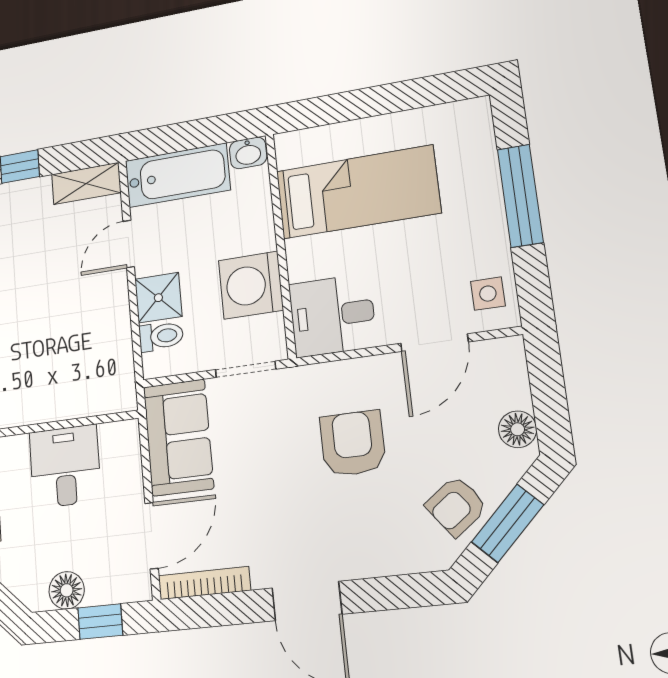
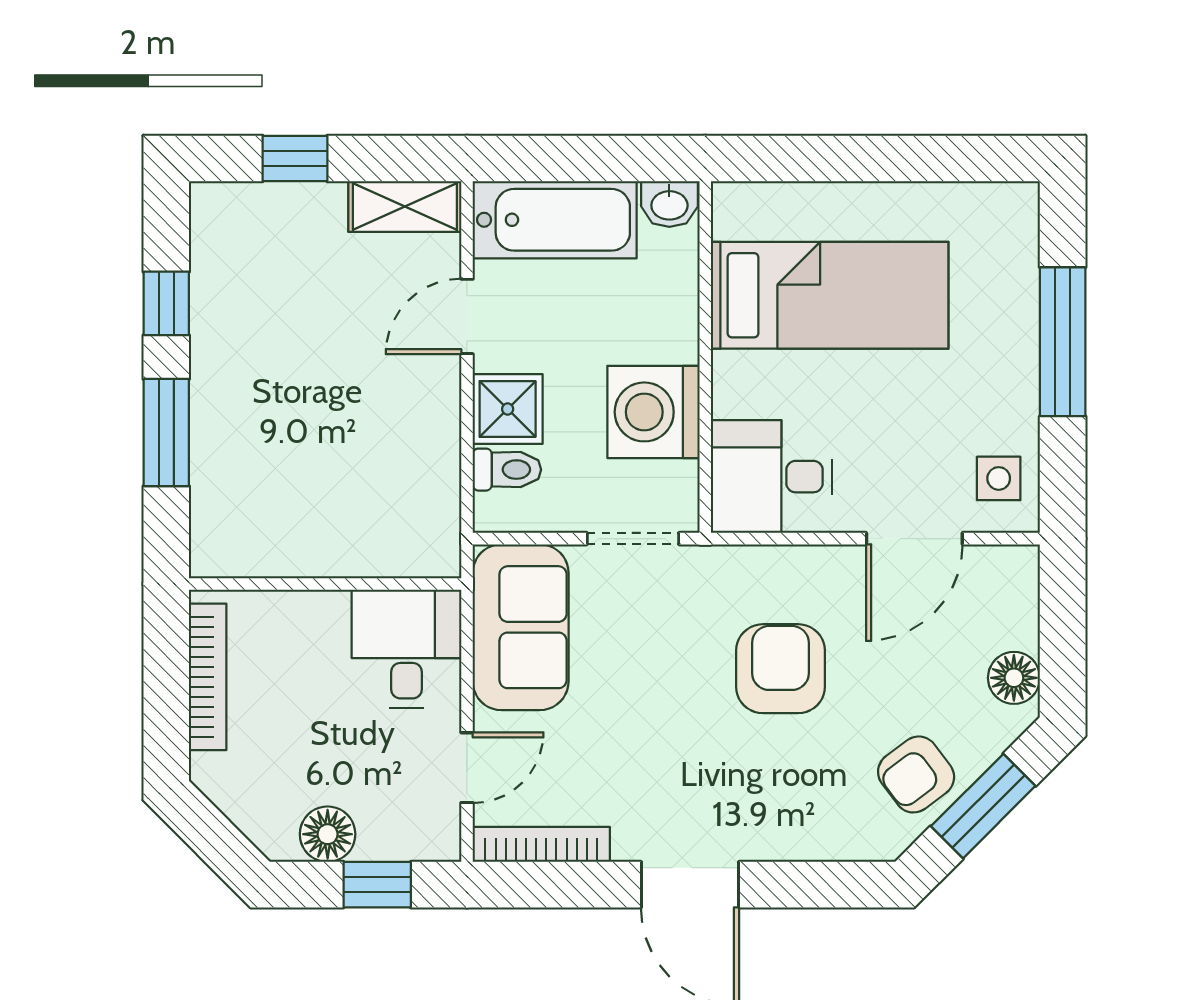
desk: (65, 466) -> (406, 649), moved
door: (152, 536) -> (467, 768), width x0.73

